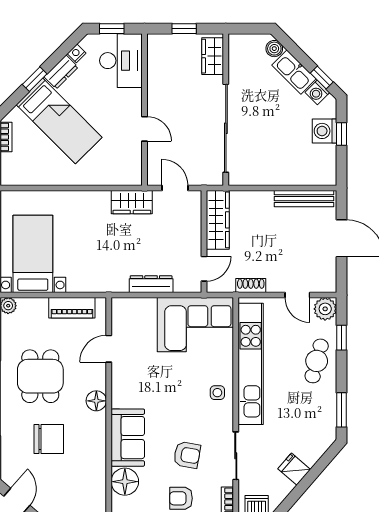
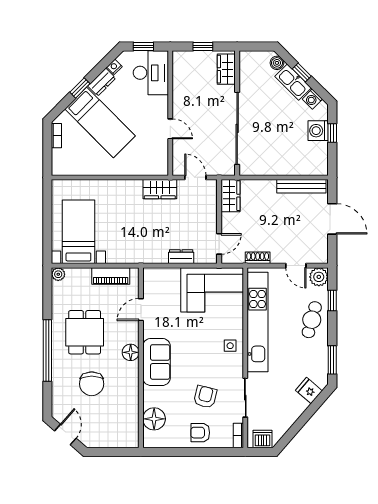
window: (322, 77) -> (302, 72), moved
wardrobe: (218, 220) -> (231, 196), width x0.67
dresser: (151, 284) -> (181, 257), width x0.70
sofa: (128, 438) -> (157, 362), moved
chair: (49, 439) -> (92, 384), turned 90
armchair: (187, 455) -> (205, 397), turned -86
fridge: (294, 469) -> (309, 391), moved

